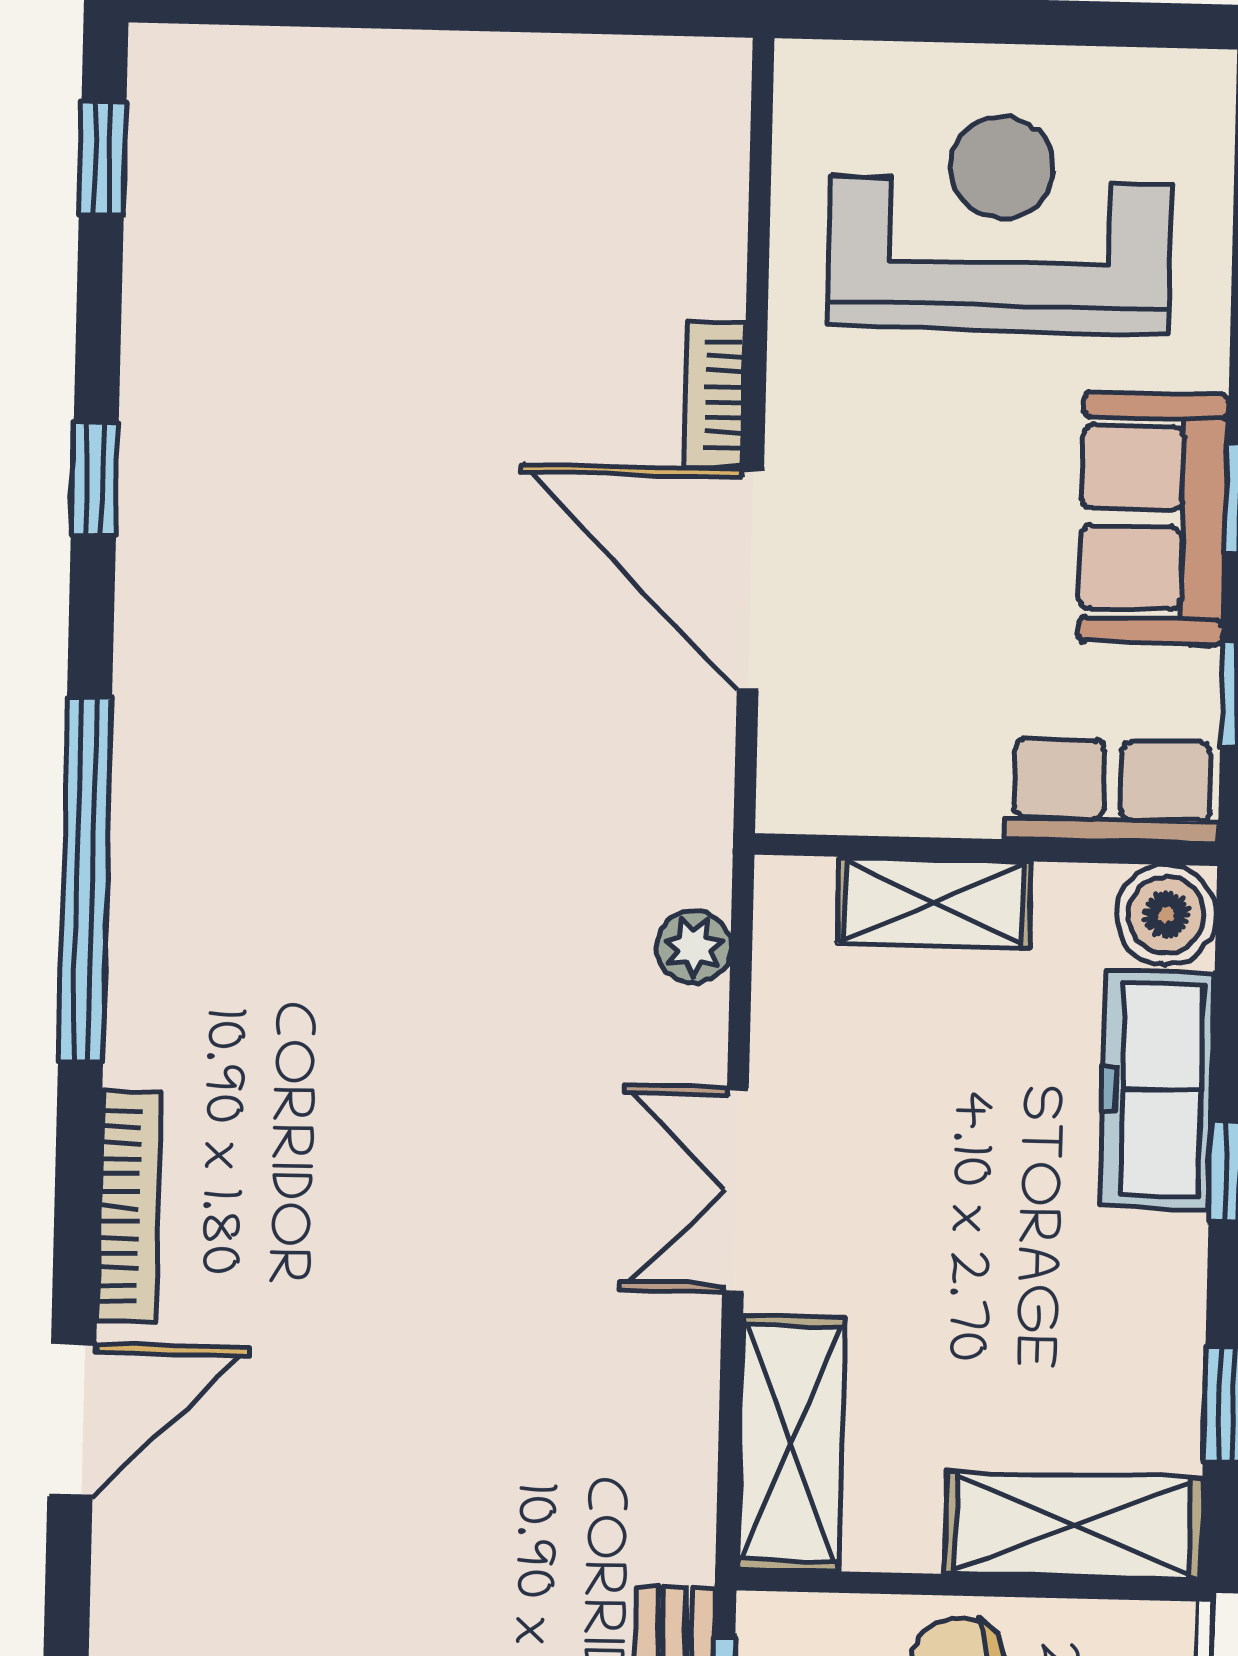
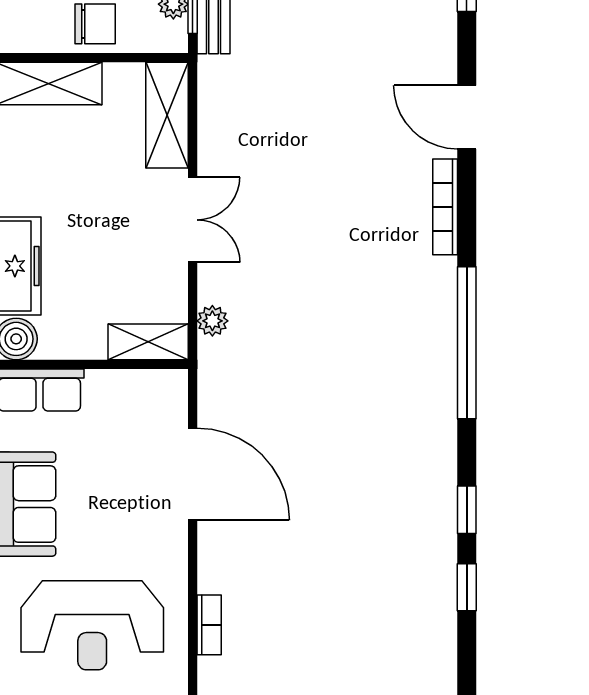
window: (103, 159) -> (467, 587), moved
bookcase: (715, 395) -> (209, 625), moved
shelving: (934, 902) -> (148, 342), moved
door: (72, 1420) -> (467, 117), hinge flipped

